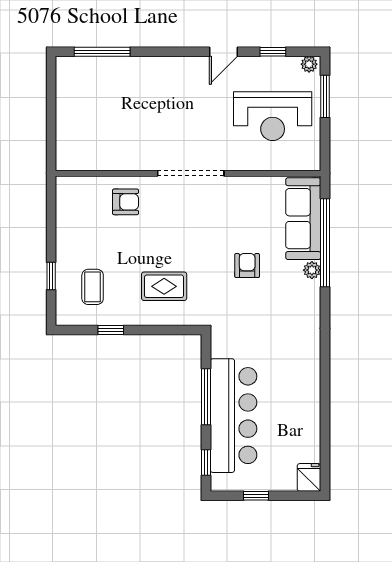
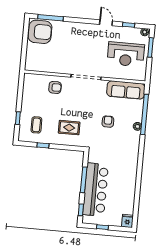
door: (223, 52) -> (106, 23), swing flipped
armchair: (82, 84) -> (40, 32), added
sofa: (303, 219) -> (126, 90), moved, turned -90

